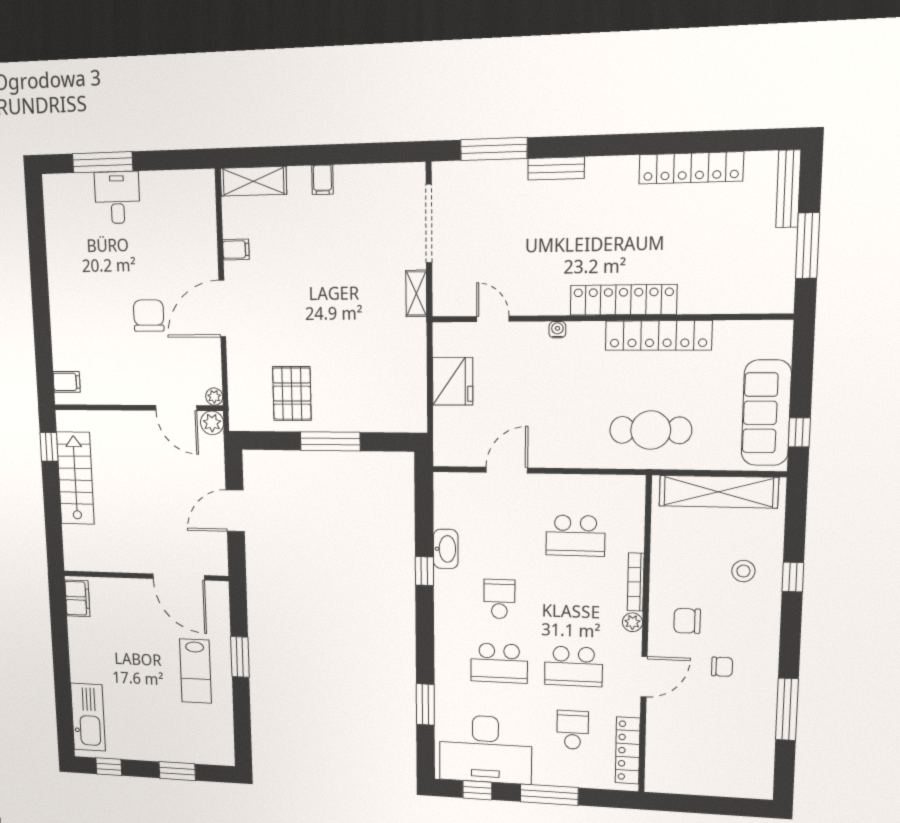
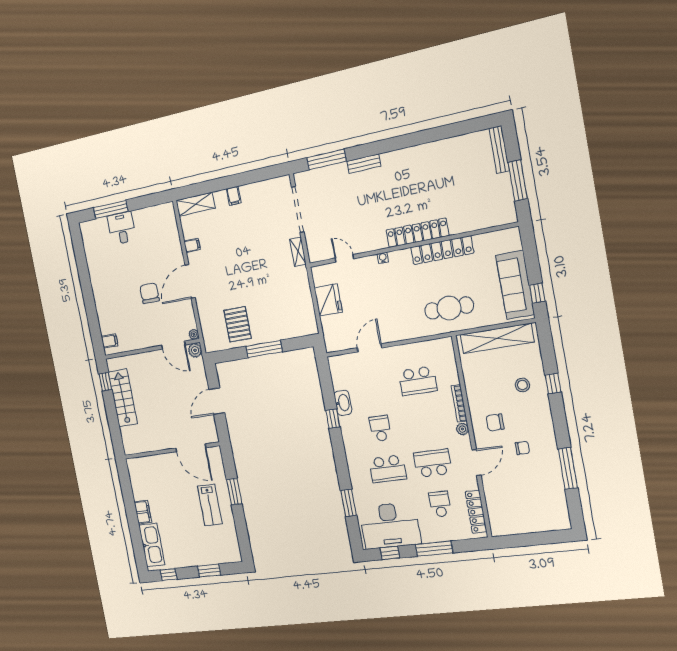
locker: (691, 168) -> (441, 148), removed
filing cabinet: (77, 598) -> (143, 512), moved
school desk: (574, 666) -> (433, 463), turned 180

